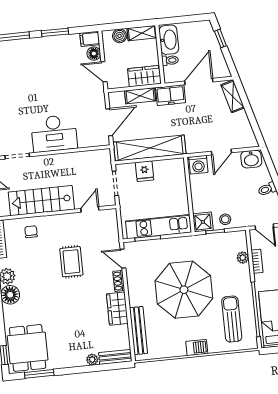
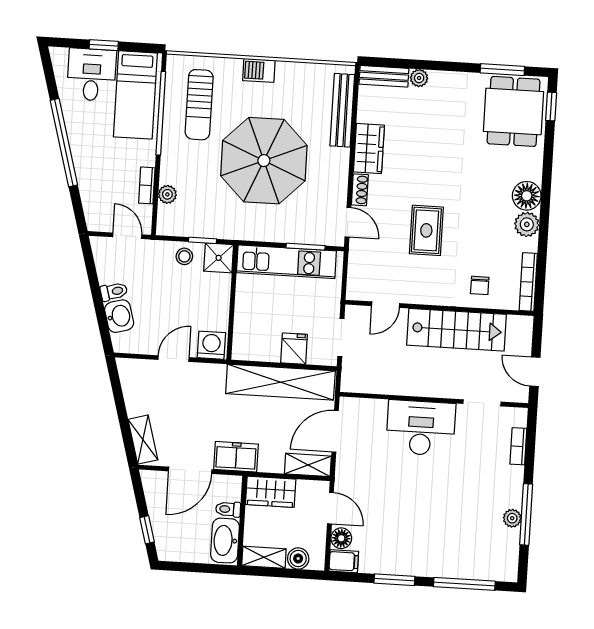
shelving: (140, 96) -> (308, 465), moved
washbasin: (251, 159) -> (119, 316), moved, turned 74

